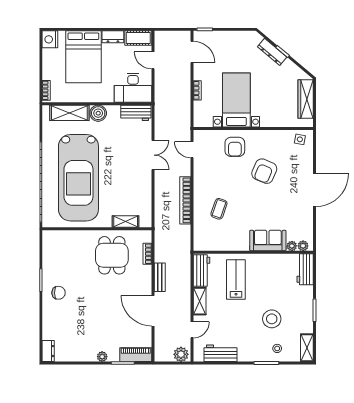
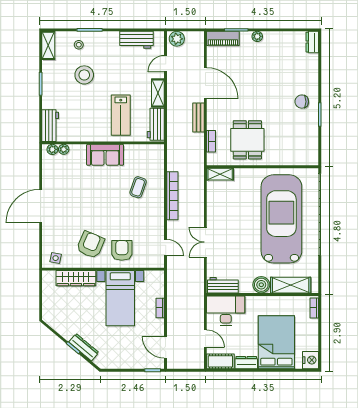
wardrobe: (306, 99) -> (76, 278), moved, turned 90
armchair: (264, 171) -> (90, 245), moved
shelving: (126, 222) -> (220, 174), moved
sofa: (268, 241) -> (105, 155), moved

